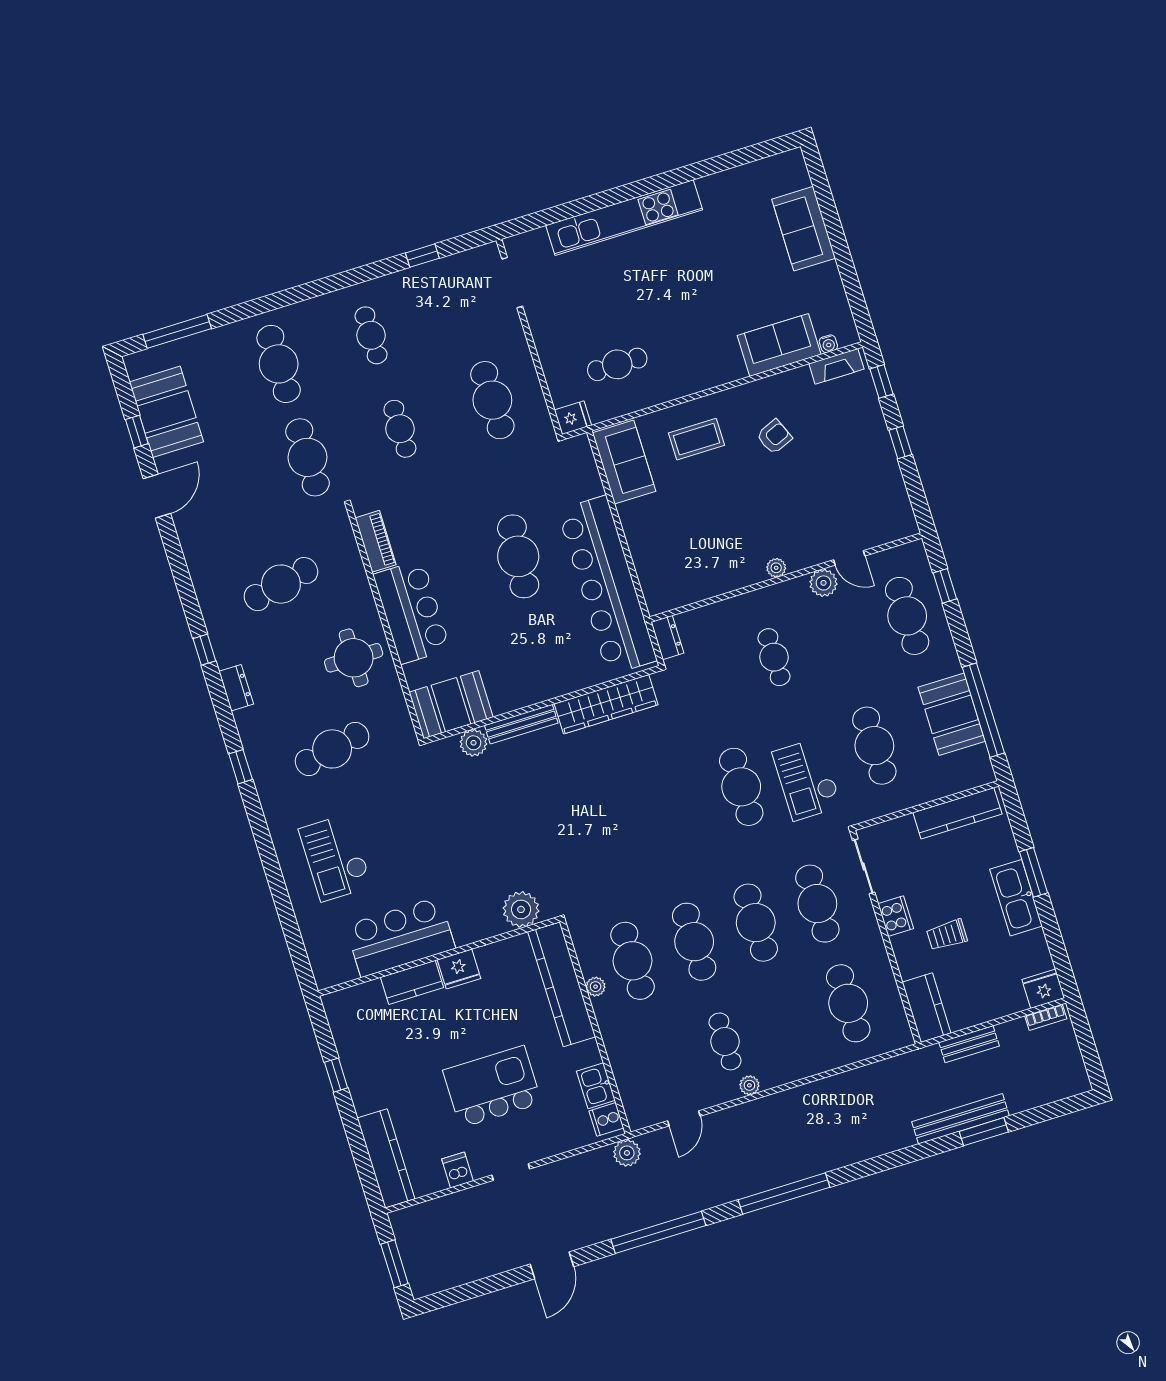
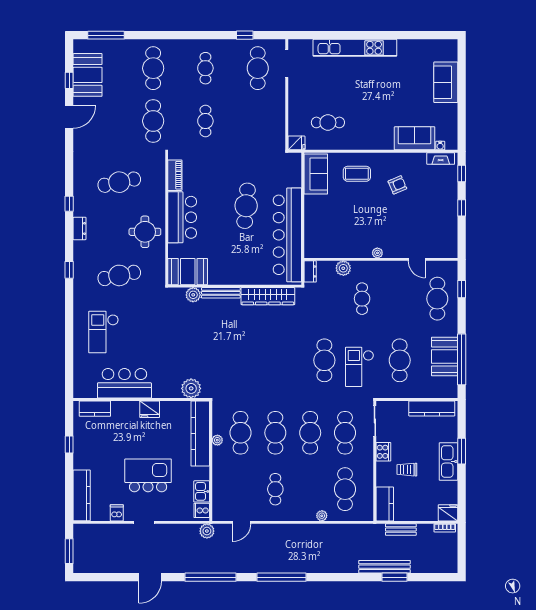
cafe table: (492, 400) -> (258, 68), moved
plant: (823, 583) -> (343, 268), moved
kitchen counter: (412, 982) -> (95, 409), moved
plant: (749, 1085) -> (322, 516), moved

